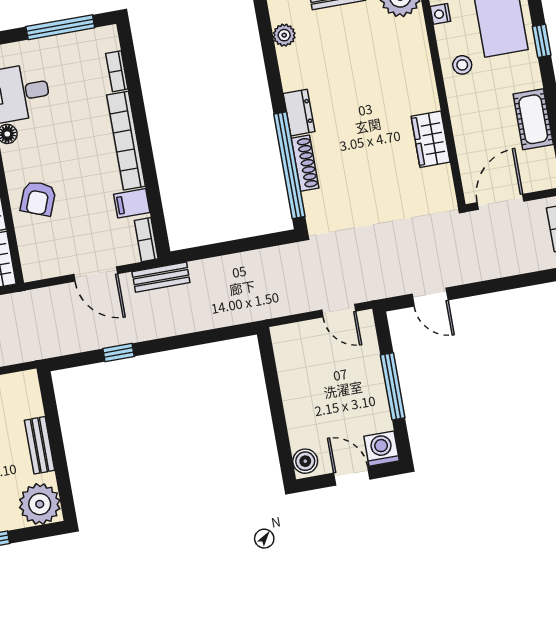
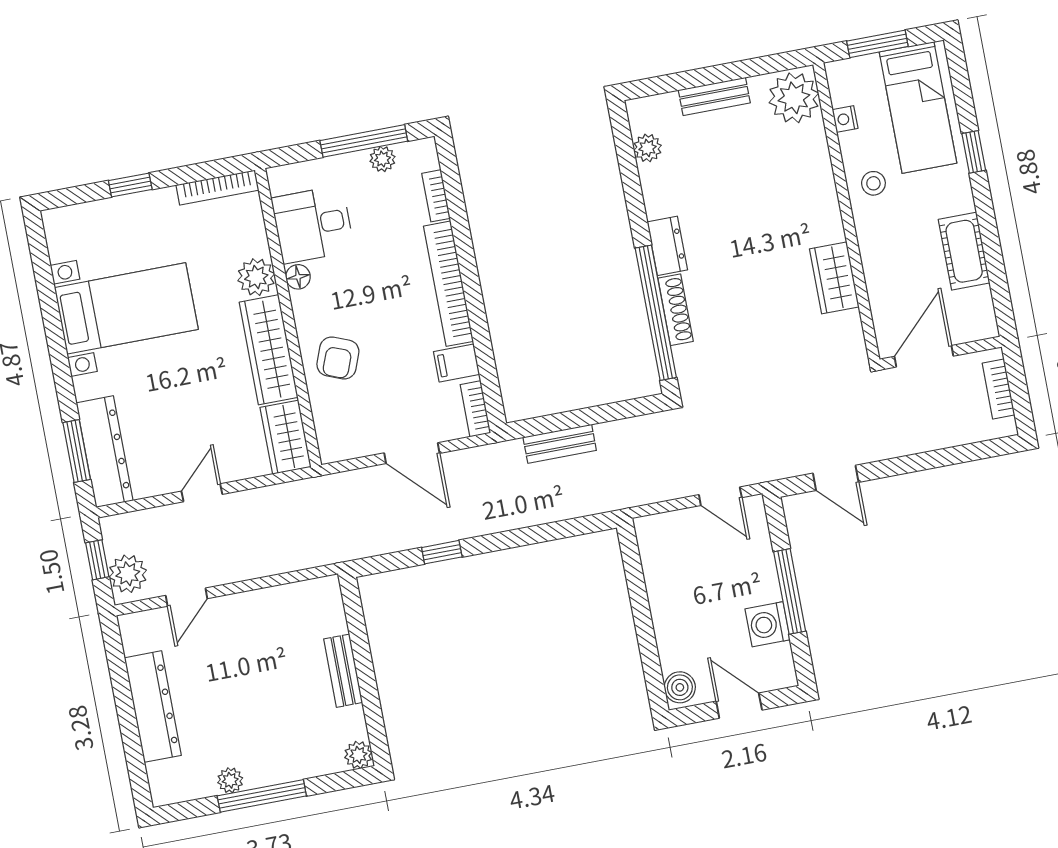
plant: (75, 42) -> (382, 159), added
bench: (161, 277) -> (560, 444), moved
washing machine: (382, 449) -> (768, 624), moved, turned -90
plant: (40, 504) -> (358, 755), width x0.53, depth x0.53

